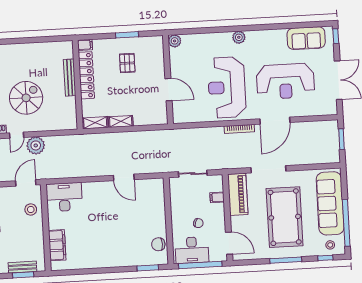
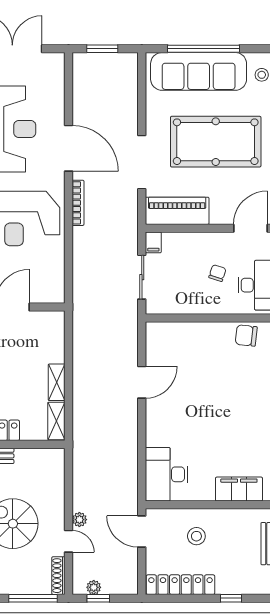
plant: (36, 145) -> (79, 520), width x0.53, depth x0.53
filing cabinet: (217, 197) -> (153, 242), moved
stool: (31, 210) -> (196, 536), moved
window: (346, 223) -> (203, 49), moved
chair: (158, 244) -> (246, 335), turned 96

